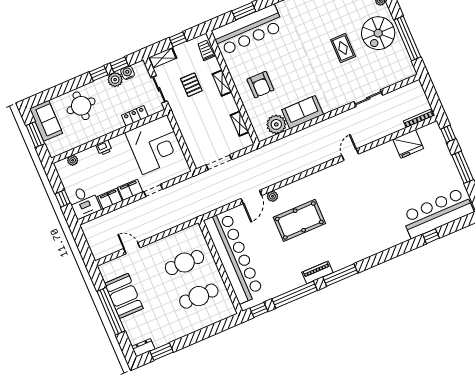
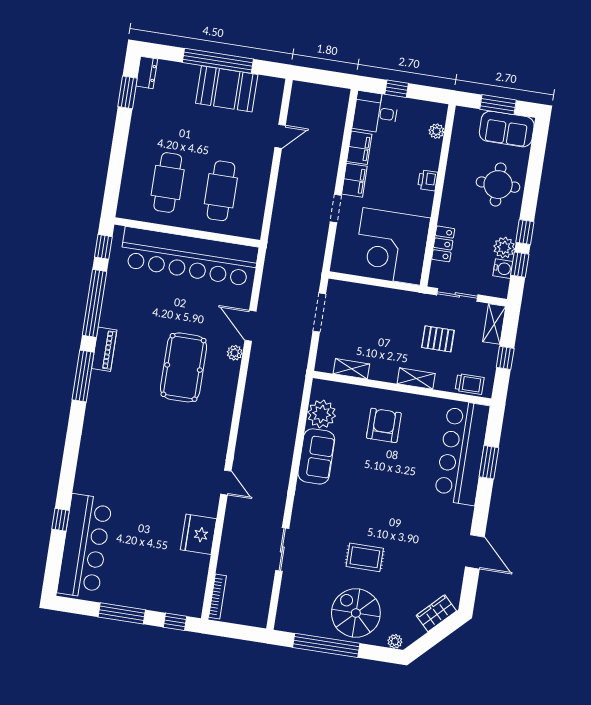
armchair: (260, 85) -> (384, 425), turned 90
fridge: (408, 144) -> (198, 534), moved

